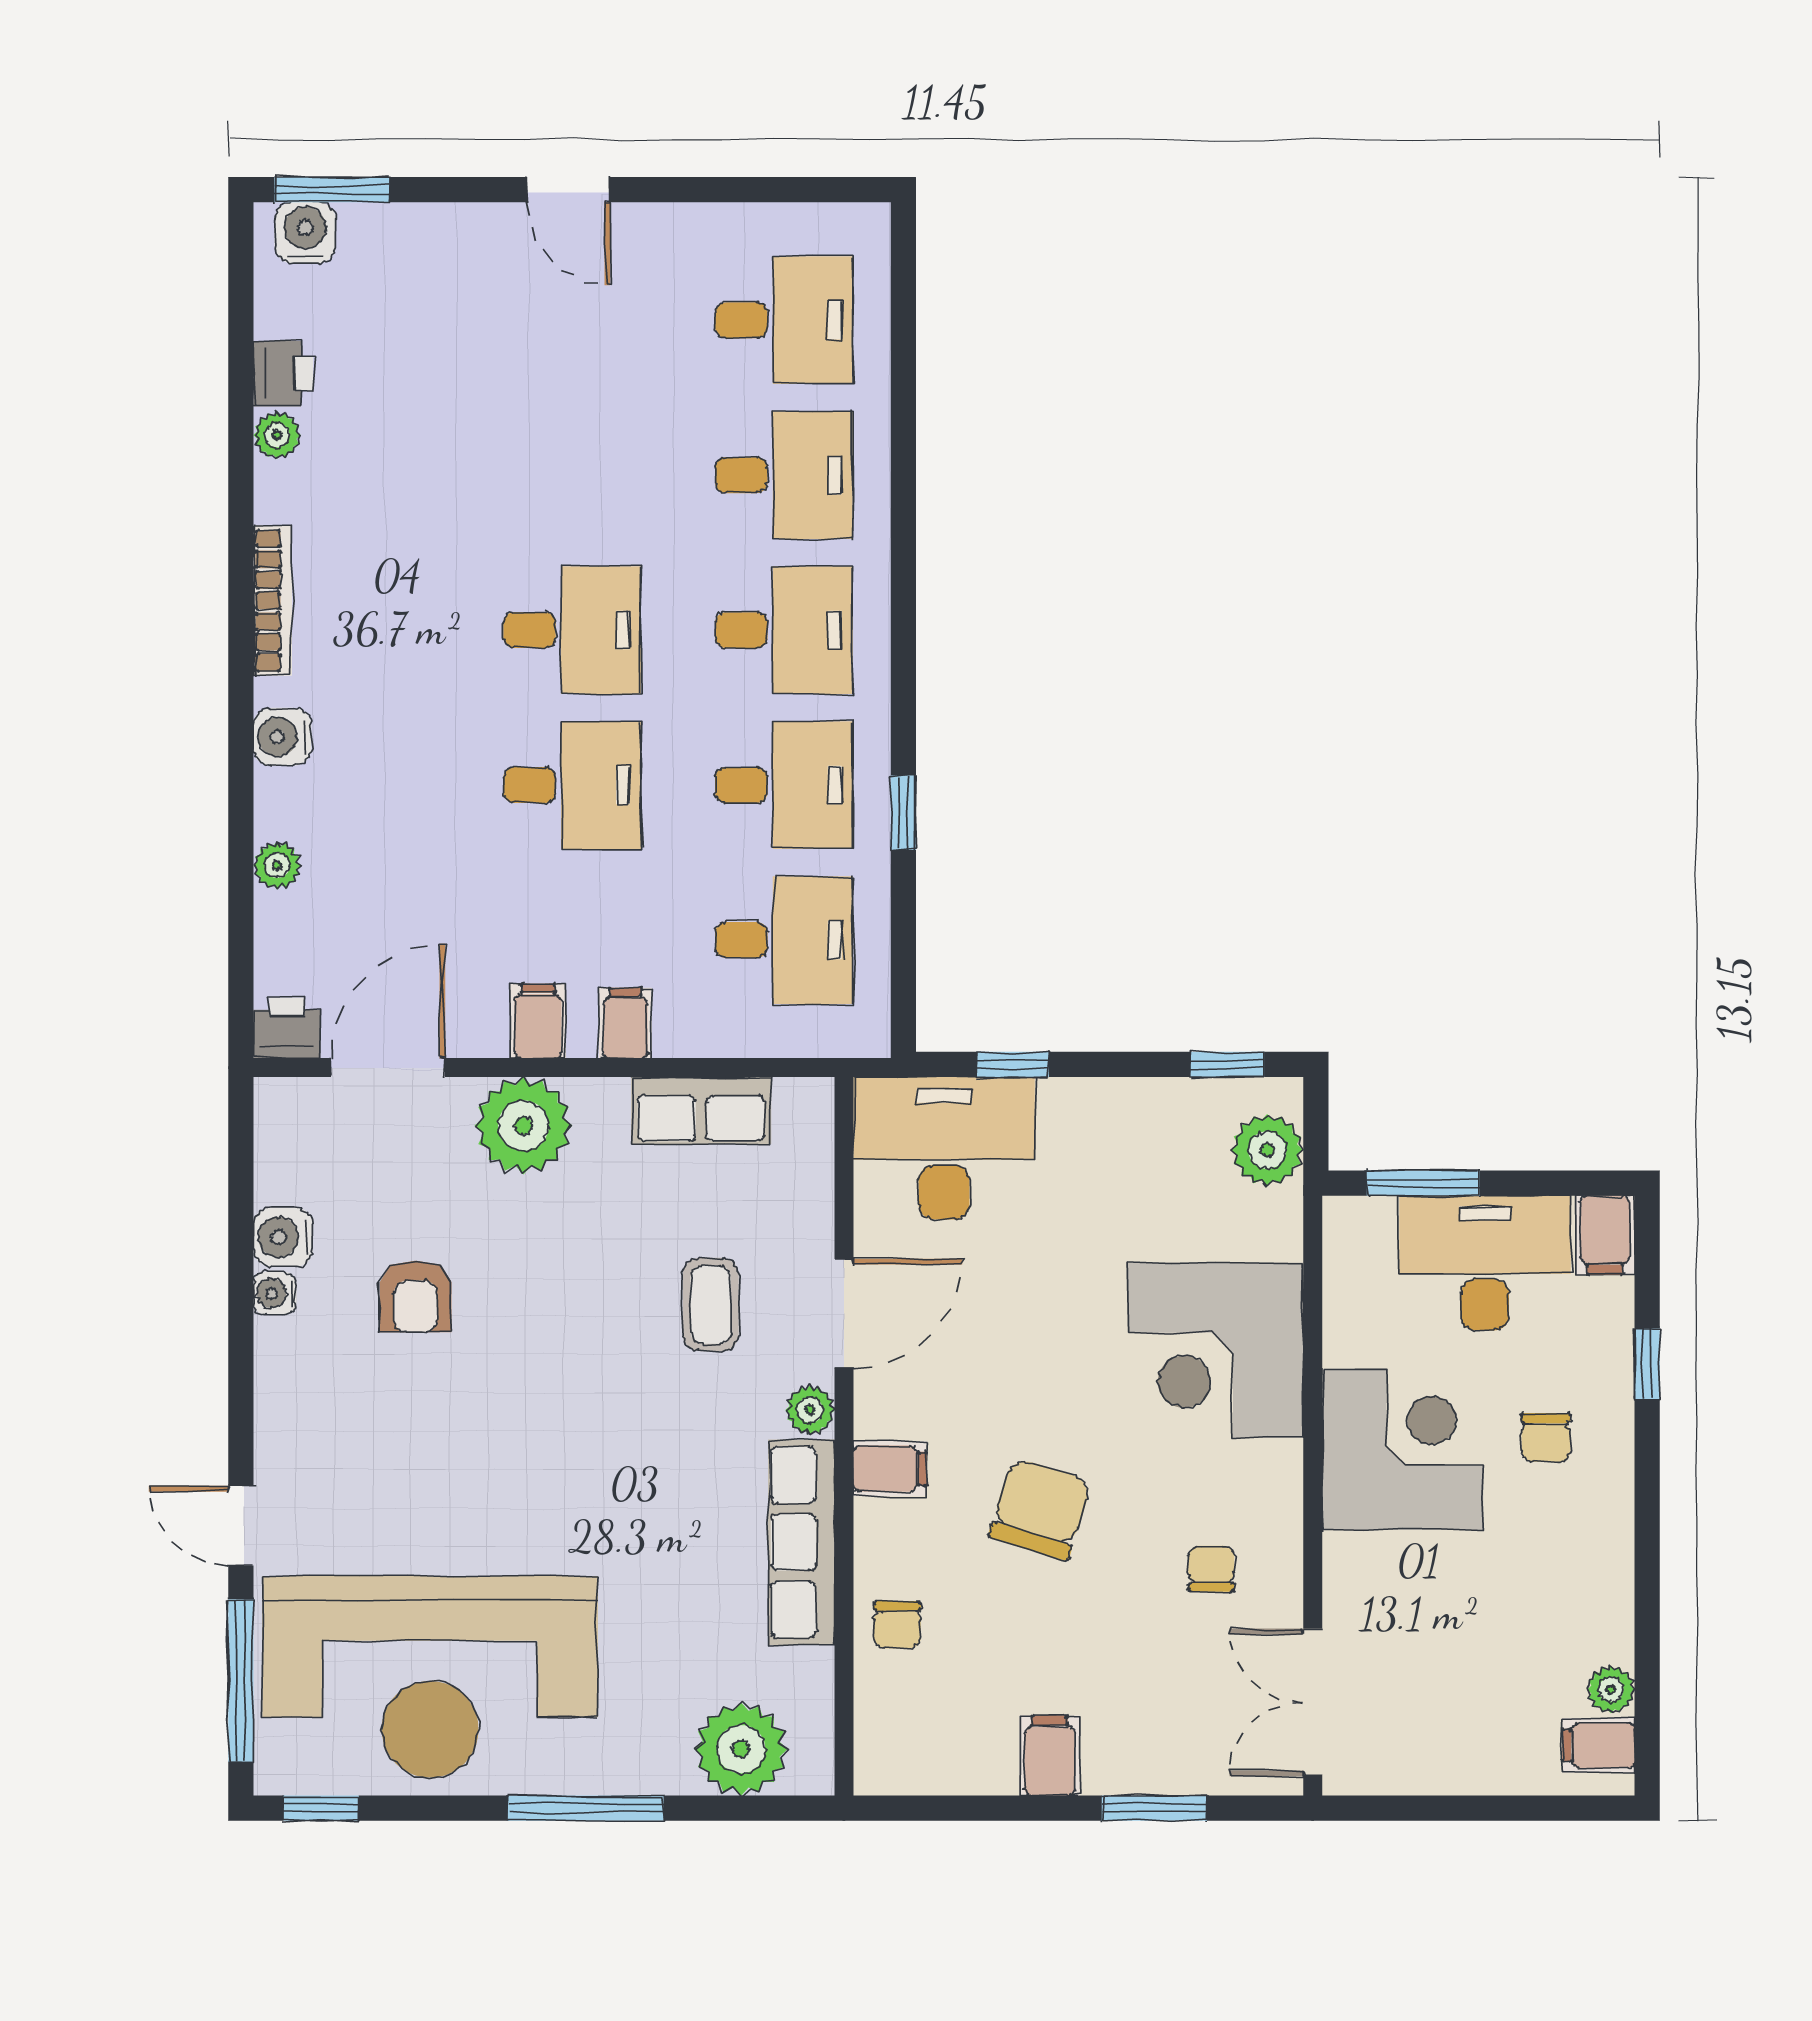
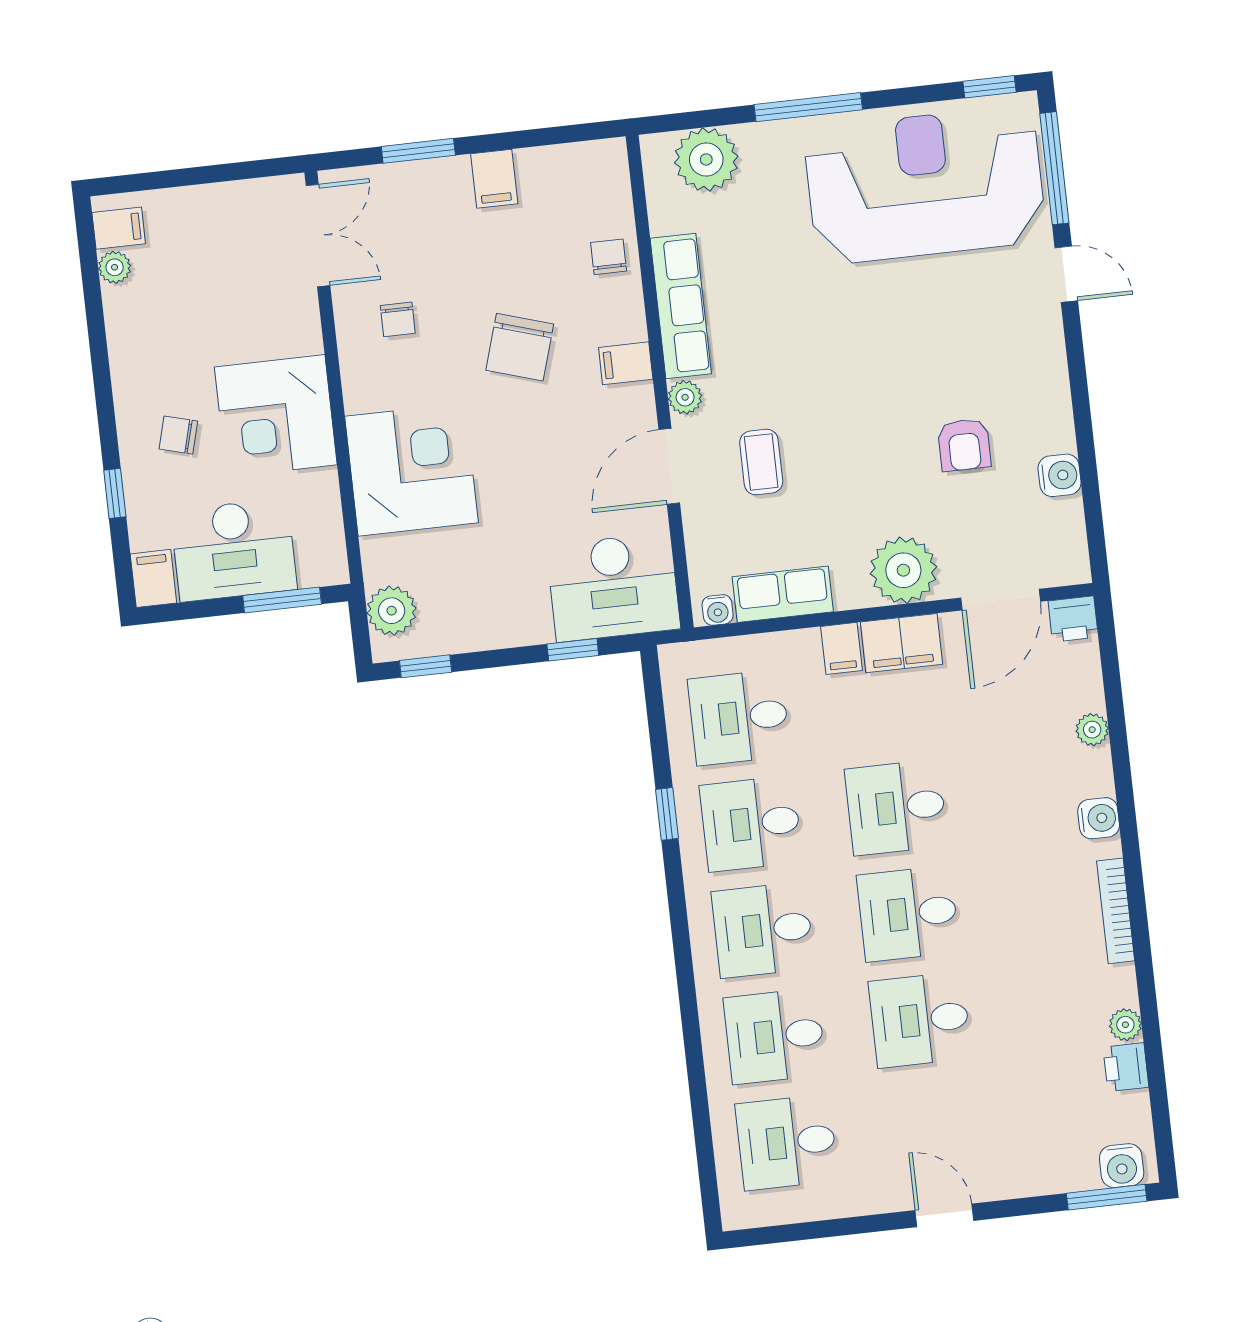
desk: (572, 475) -> (920, 1020), added
filing cabinet: (538, 1021) -> (901, 643), width x2.00
water cooler: (275, 1293) -> (718, 610), moved, turned 90
armchair: (416, 1296) -> (964, 445), turned 180
chair: (1546, 1437) -> (178, 435), turned -75

